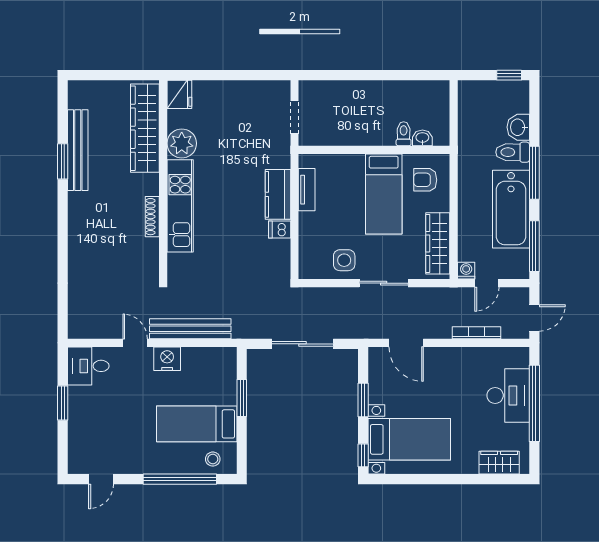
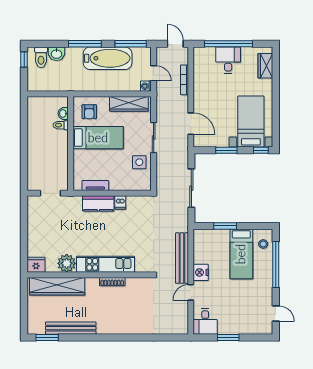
toilet: (513, 152) -> (41, 57), moved
window: (63, 161) -> (47, 337), moved
door: (406, 343) -> (191, 124), hinge flipped
desk: (508, 395) -> (228, 60), width x0.73

